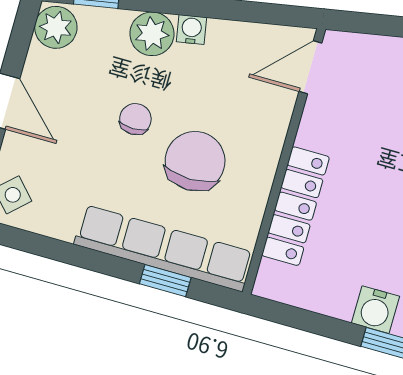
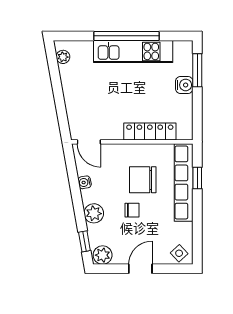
water cooler: (191, 30) -> (85, 182), moved
chair: (135, 119) -> (132, 210), turned 180

